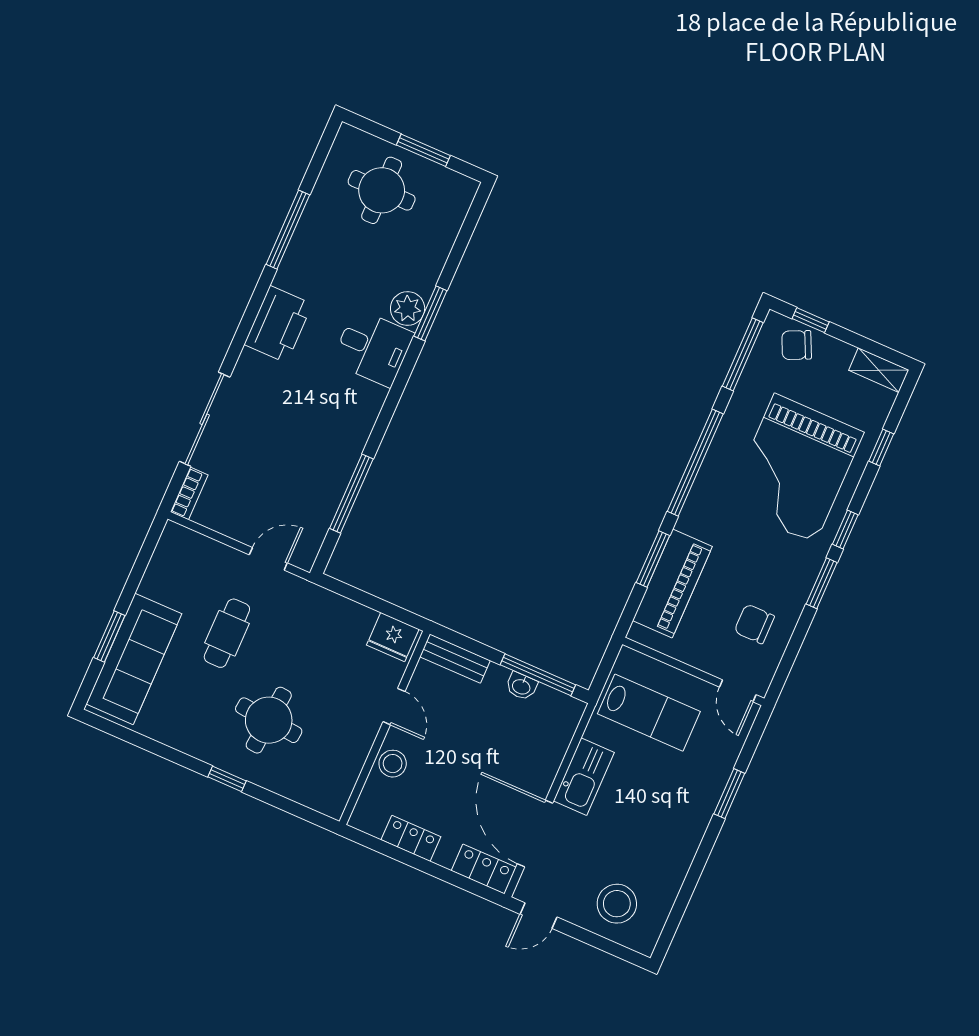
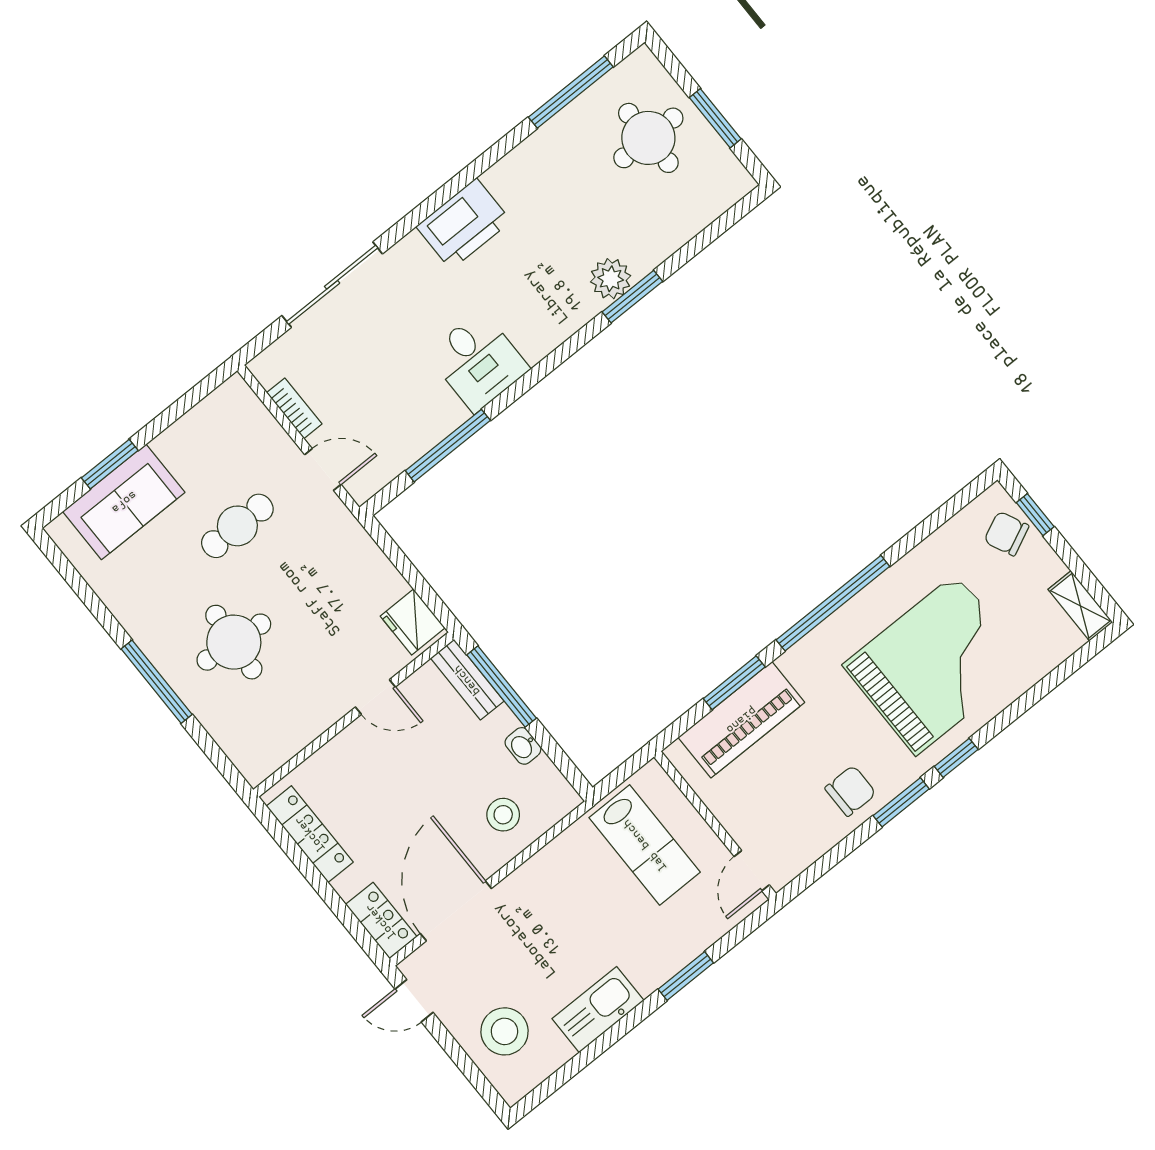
window: (288, 230) -> (571, 92), moved
desk: (373, 348) -> (478, 361), moved
window: (743, 354) -> (944, 514), removed
window: (881, 448) -> (1040, 690), removed
grand piano: (795, 468) -> (936, 665), turned 180
bookcase: (189, 493) -> (294, 408), moved, turned -90
chair: (754, 624) -> (850, 791), moved, turned 90
sofa: (134, 659) -> (124, 502), width x0.73
window: (538, 675) -> (502, 687), moved
door: (394, 707) -> (375, 697), hinge flipped
stool: (393, 764) -> (503, 815), moved
kitchen sink: (584, 777) -> (598, 1010), moved, turned 180
window: (227, 779) -> (157, 682), width x2.17
locker: (411, 838) -> (310, 834), width x1.53

